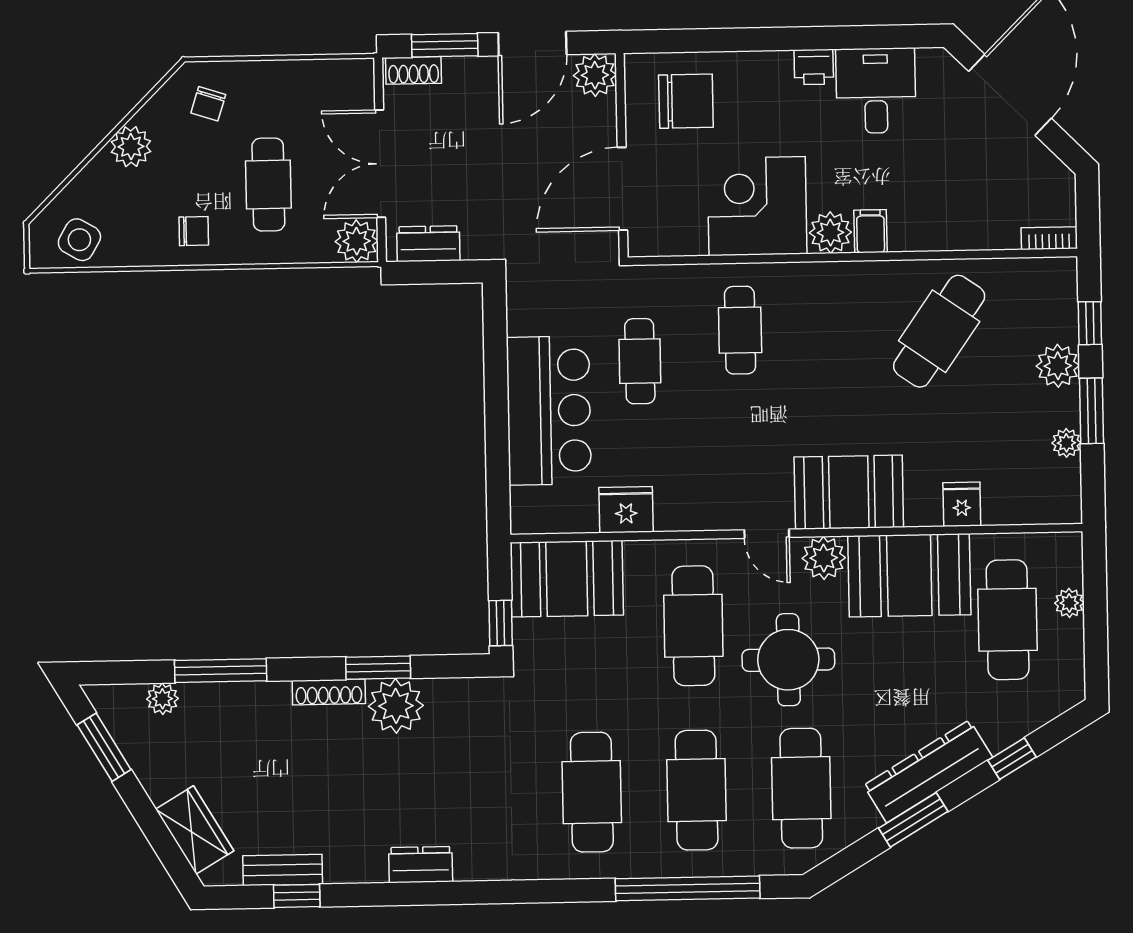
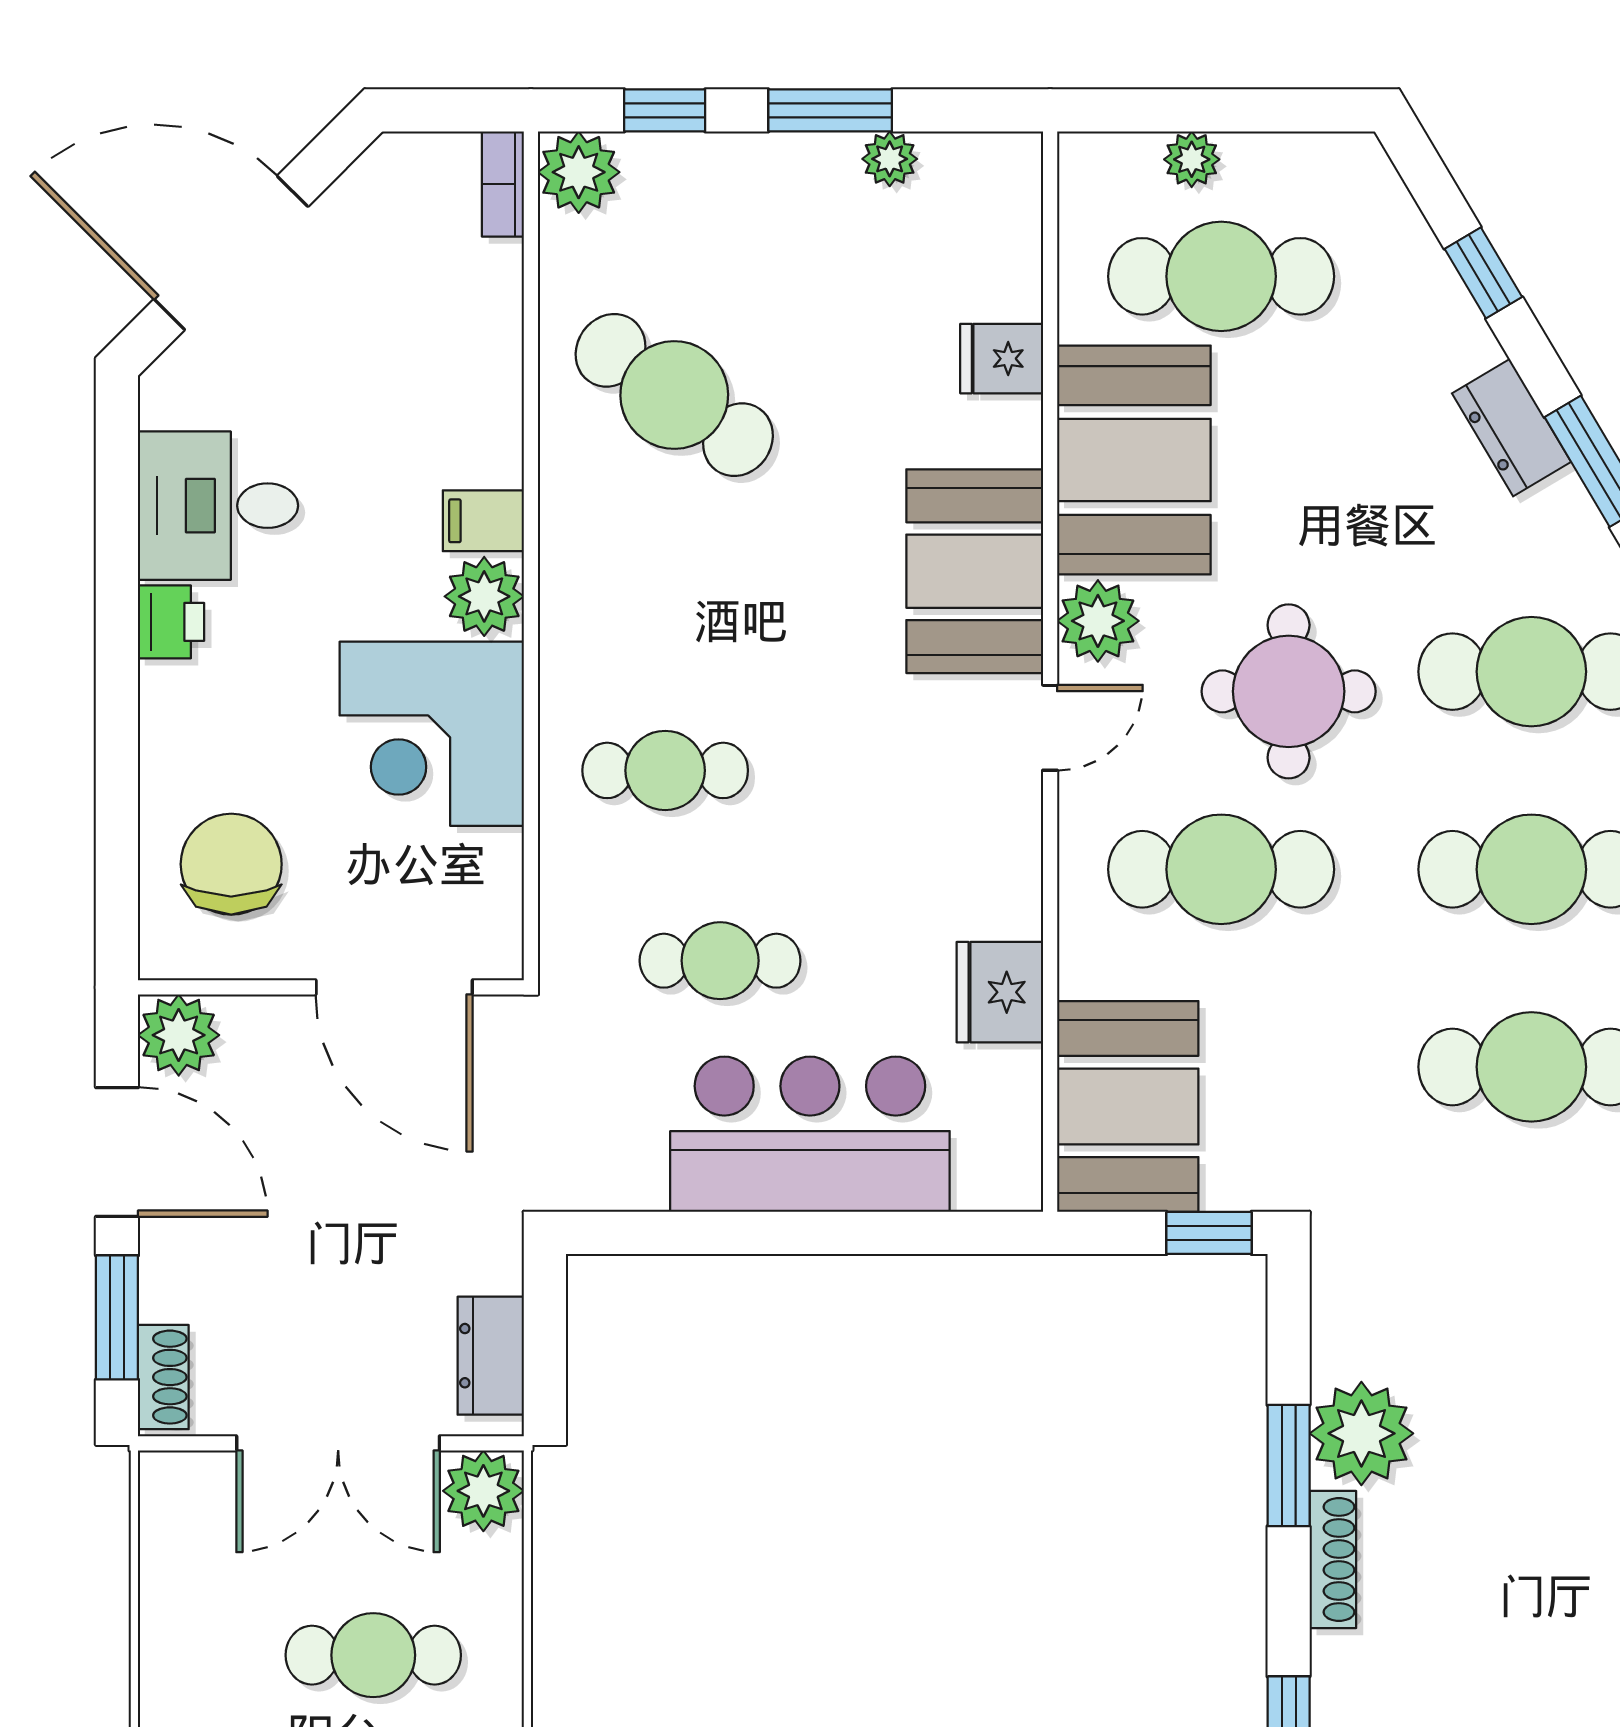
plant: (1058, 366) -> (579, 172), moved
dresser: (928, 771) -> (1512, 428), width x0.51, depth x0.80

